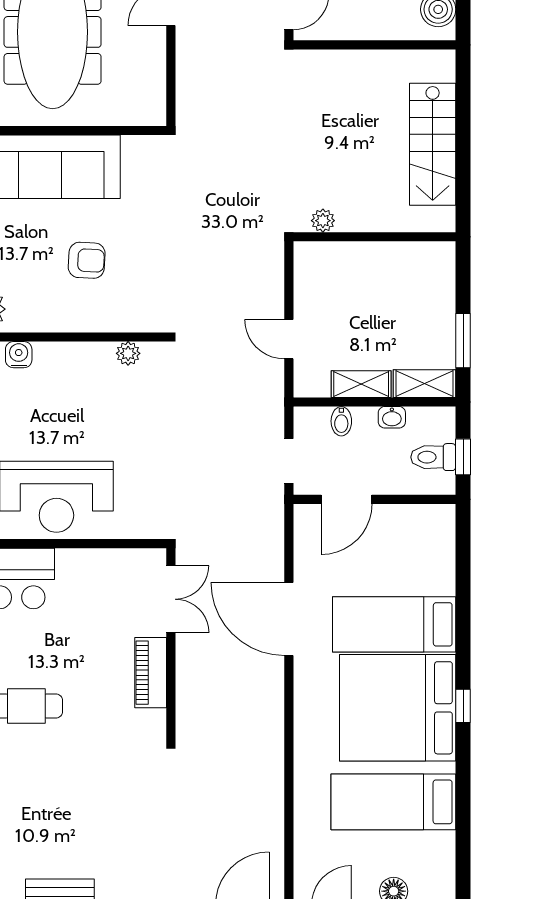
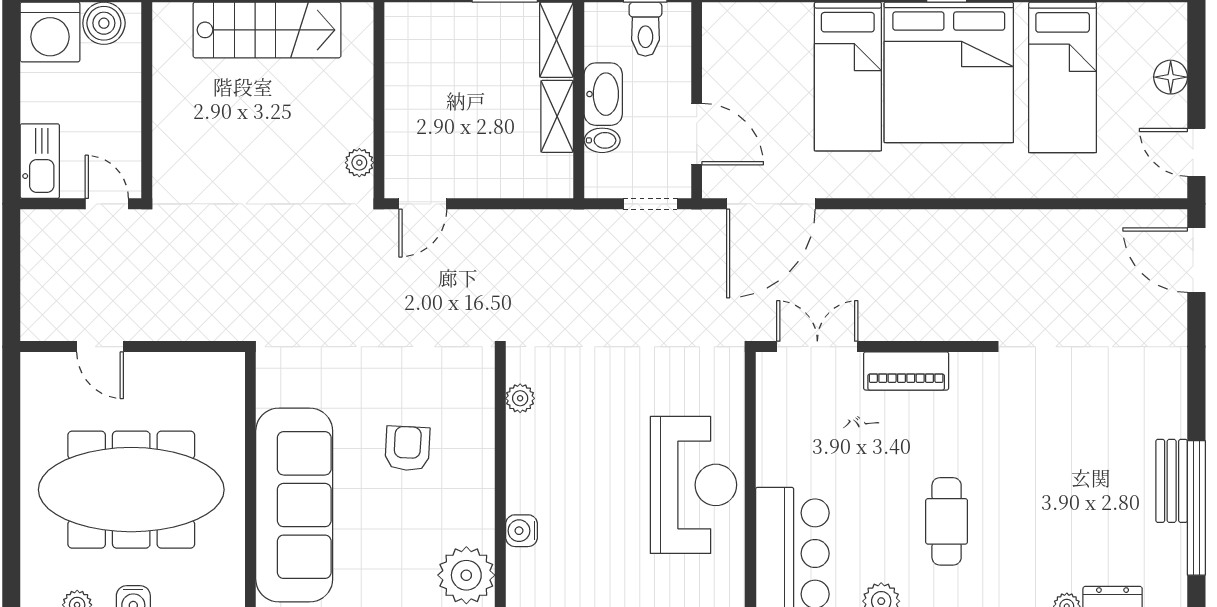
door: (289, 339) -> (423, 204), moved
washbasin: (392, 417) -> (603, 94), width x1.91, depth x1.45
door: (289, 619) -> (771, 204), moved

